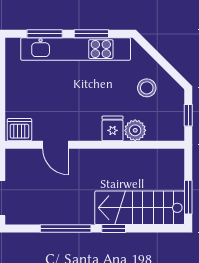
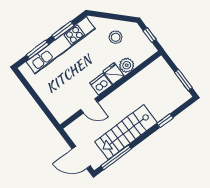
dishwasher: (19, 130) -> (101, 84), moved
stairs: (140, 208) -> (126, 132), moved
window: (66, 229) -> (116, 157), moved
window: (114, 229) -> (165, 121), moved

